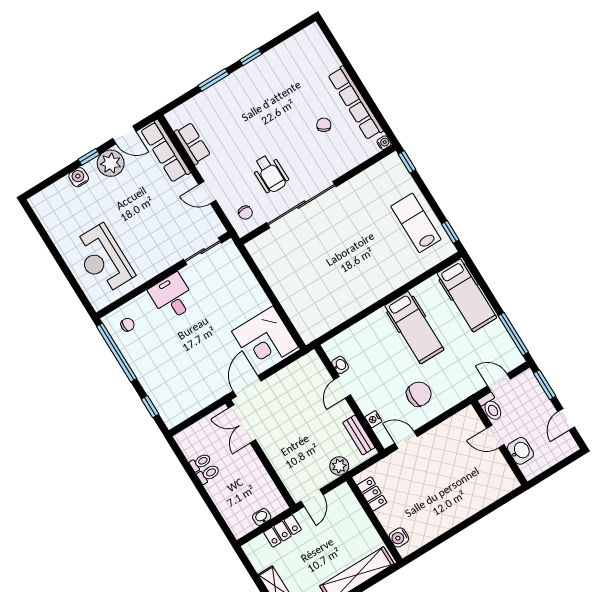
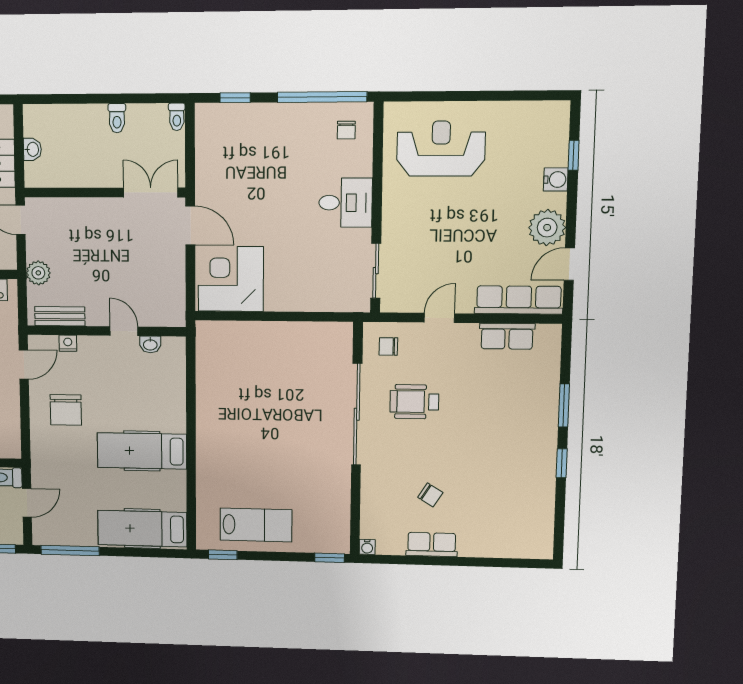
row of seats: (356, 103) -> (432, 544), width x0.50
window: (89, 157) -> (574, 155), moved
toilet: (200, 462) -> (177, 117), moved

